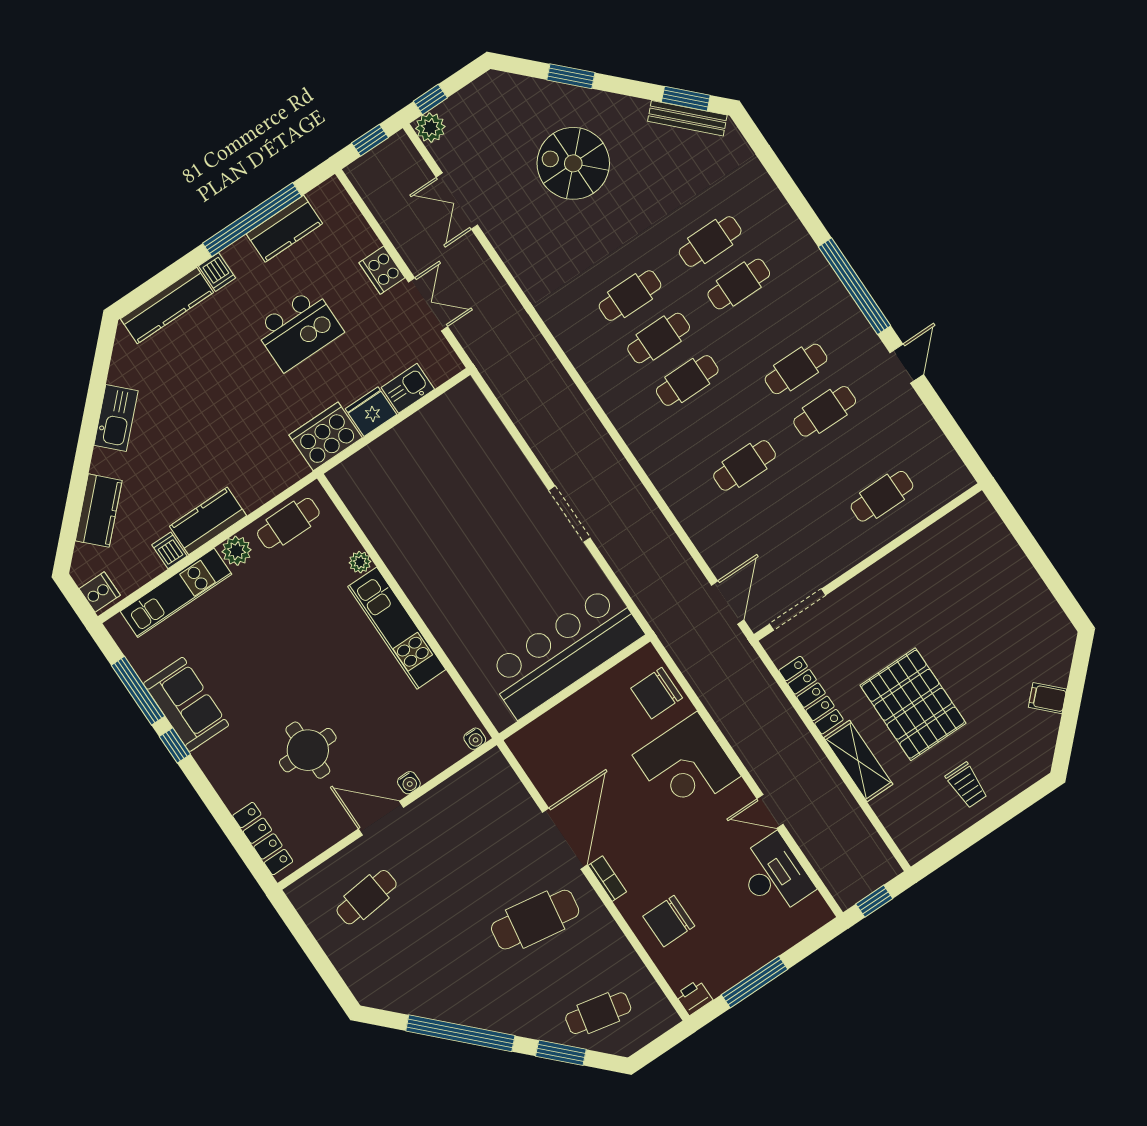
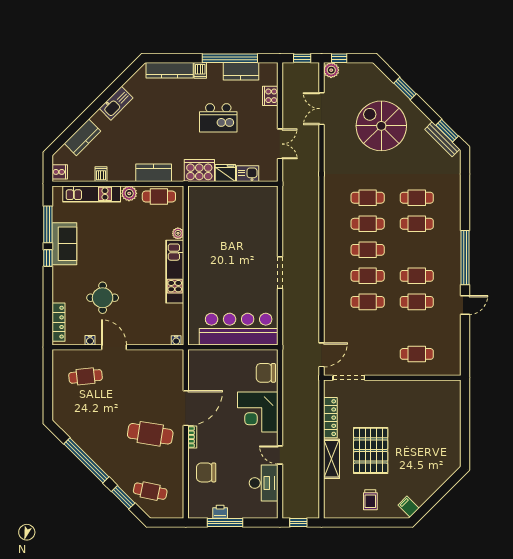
spiral stairs: (573, 163) -> (381, 126), width x1.37, depth x1.37
cooker: (382, 270) -> (270, 96), moved
cafe table: (716, 423) -> (368, 276), added
kitchen counter: (208, 521) -> (154, 173), moved
filing cabinet: (1047, 698) -> (409, 507), moved
water cooler: (409, 783) -> (90, 340), moved
printer: (694, 997) -> (220, 512), moved

